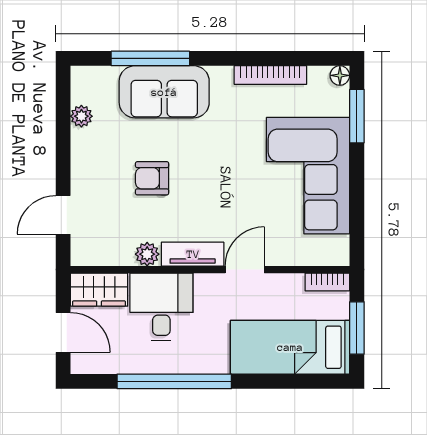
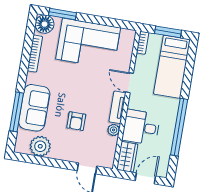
floor lamp: (340, 75) -> (44, 24), width x1.89, depth x1.89
plant: (81, 116) -> (40, 146), width x1.87, depth x1.87

